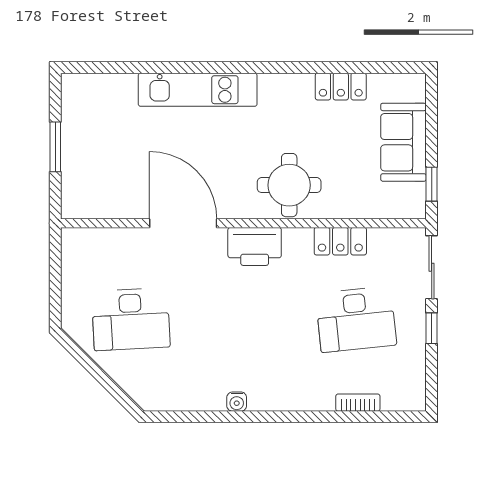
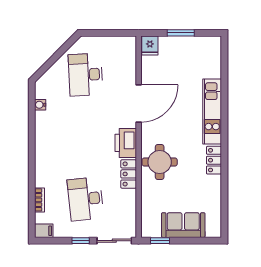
locker: (341, 87) -> (214, 160), moved
fridge: (78, 203) -> (150, 46), added
locker: (340, 241) -> (129, 174), moved
filing cabinet: (414, 395) -> (44, 231), added
water cooler: (237, 402) -> (40, 105), moved

